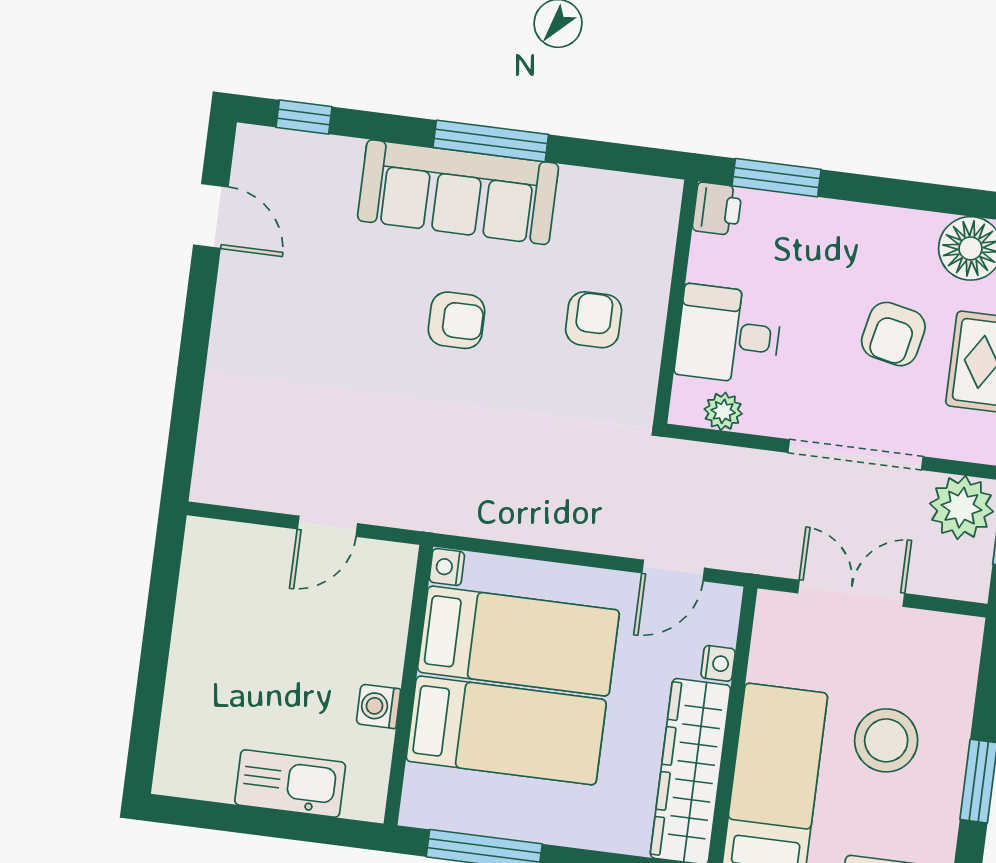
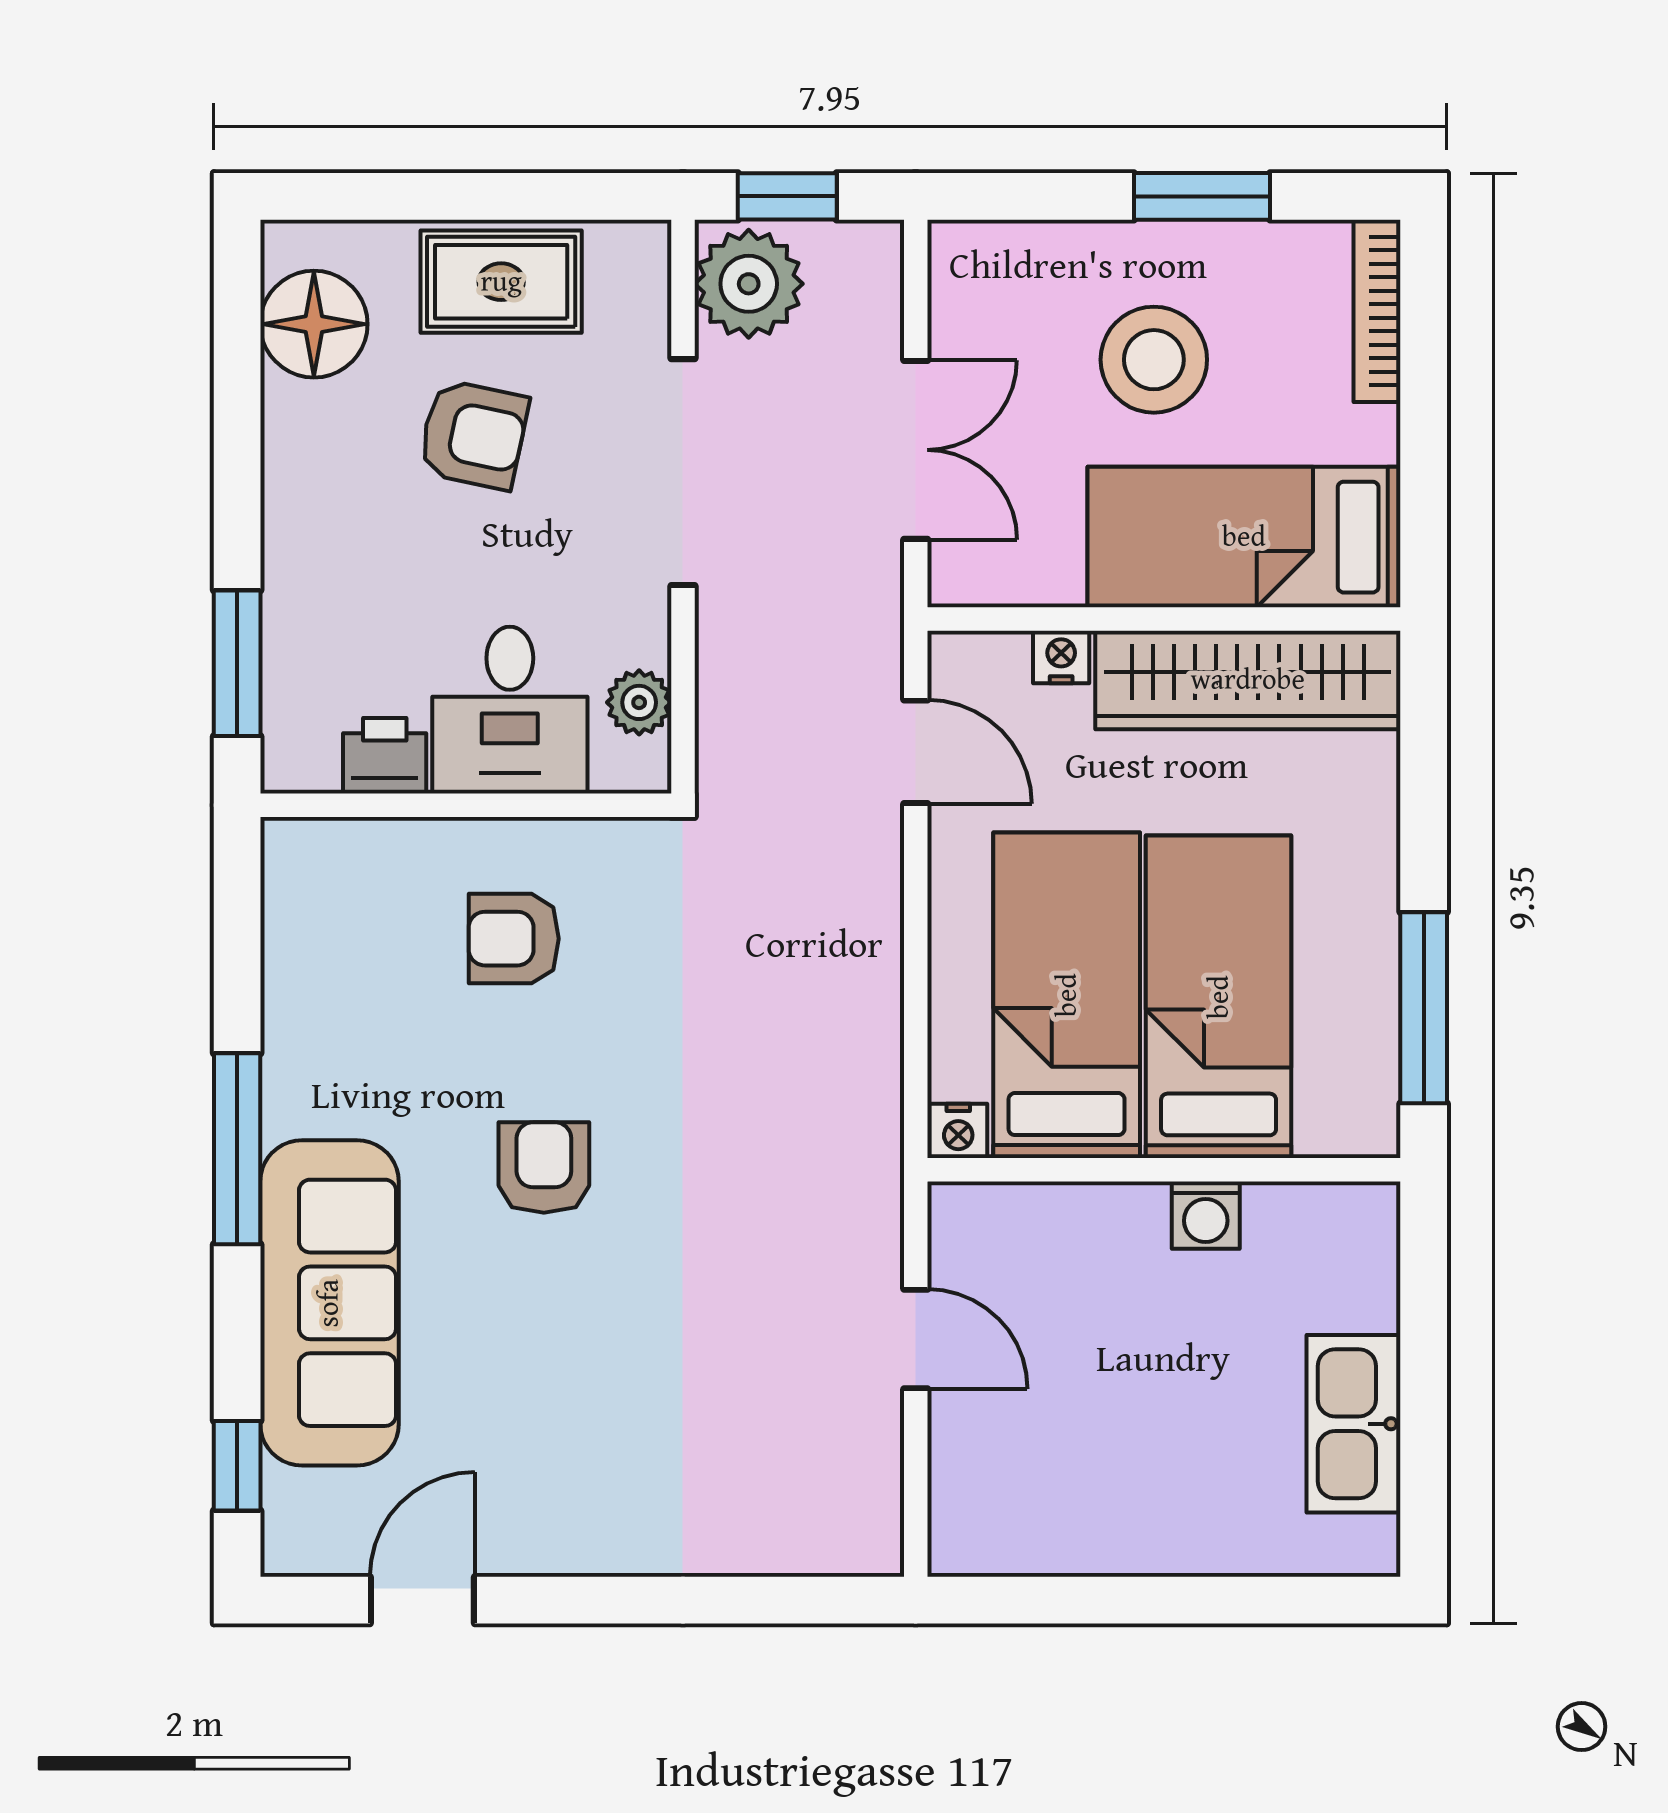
sofa: (458, 192) -> (329, 1303), moved
printer: (717, 209) -> (385, 756), moved
double door: (851, 593) -> (916, 450), swing flipped
kitchen sink: (290, 784) -> (1353, 1424), moved

